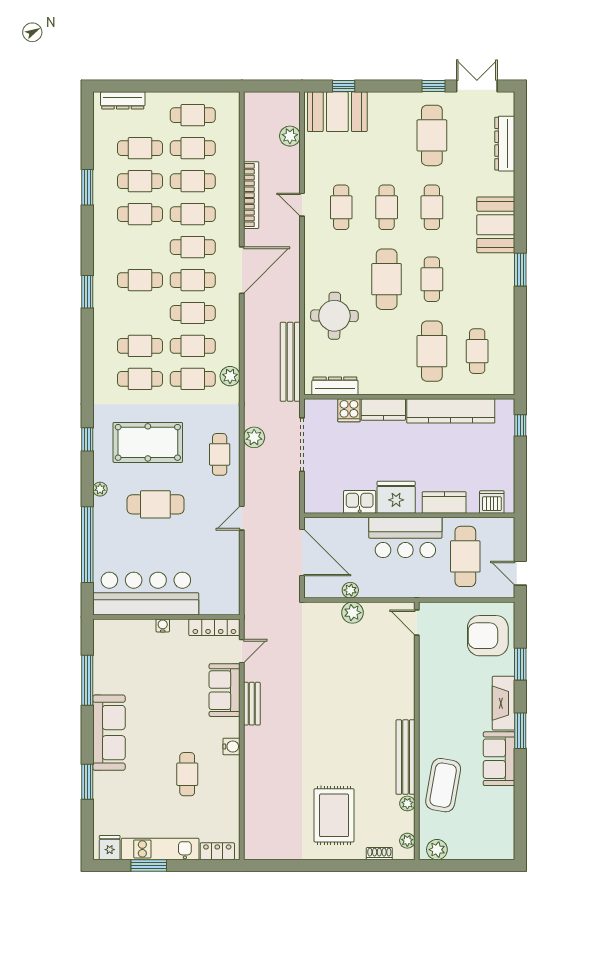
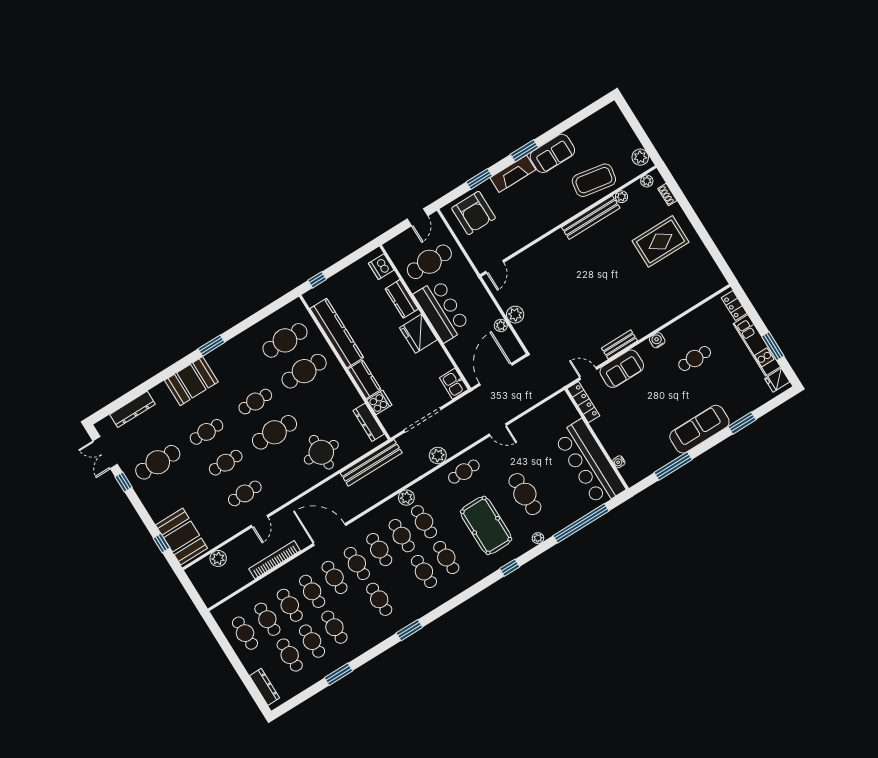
cafe table: (477, 351) -> (285, 340), width x1.37, depth x1.35
kitchen sink: (360, 502) -> (454, 384), moved
water cooler: (163, 625) -> (619, 462), moved

